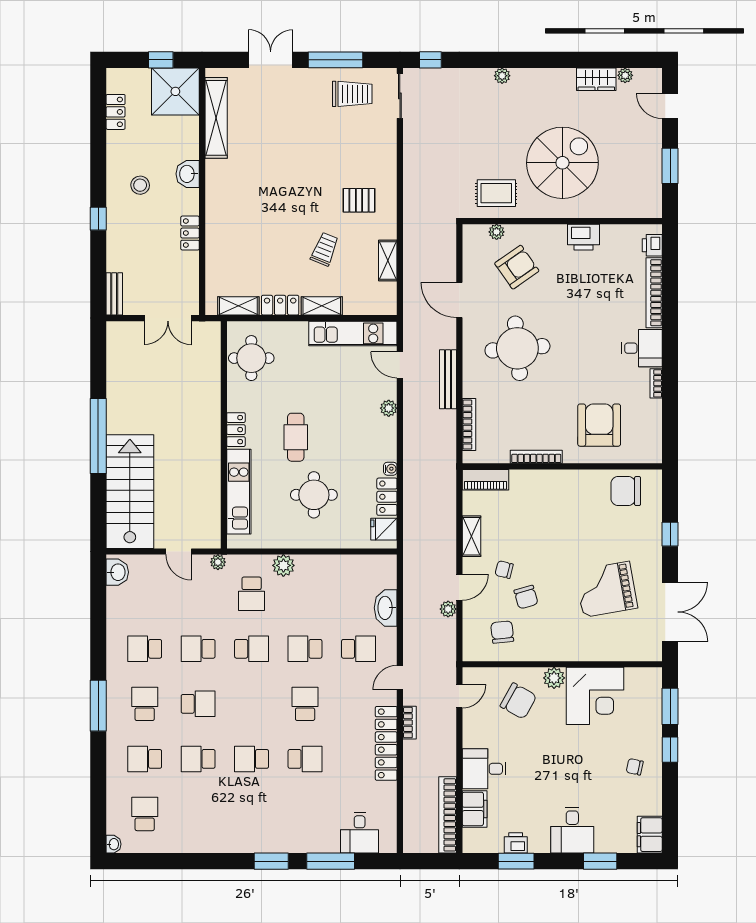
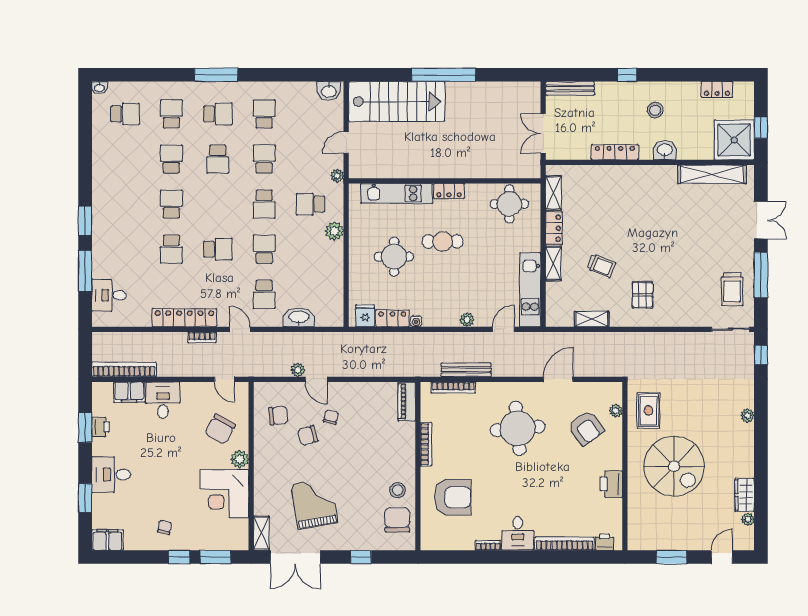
locker: (190, 233) -> (615, 152), width x1.53
bench: (114, 294) -> (570, 88), width x1.36
bench: (448, 379) -> (466, 370), moved
stool: (591, 491) -> (398, 490), added
shelving: (471, 536) -> (261, 533), moved, turned 90

